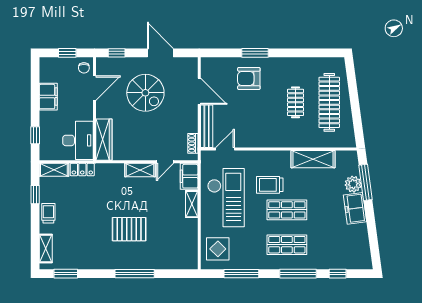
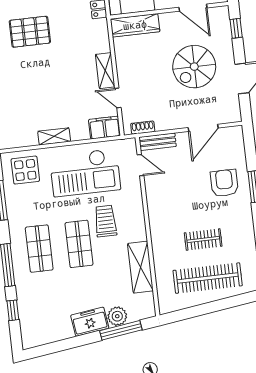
bench: (207, 126) -> (158, 142), width x0.73
shelving: (192, 204) -> (54, 136), moved
pallet: (129, 229) -> (30, 32), moved, turned 90

